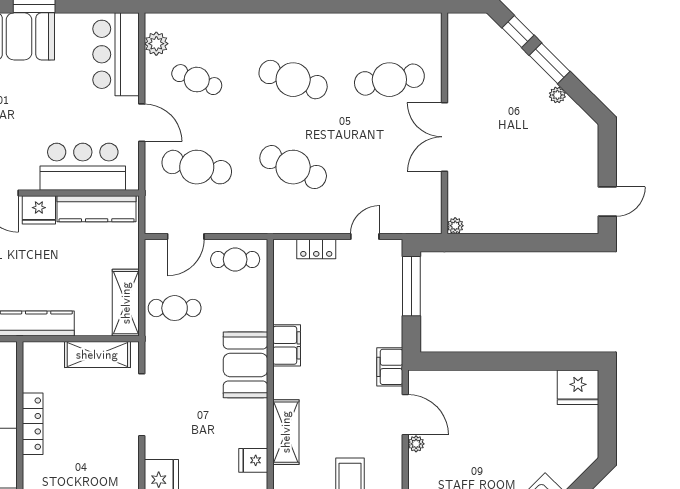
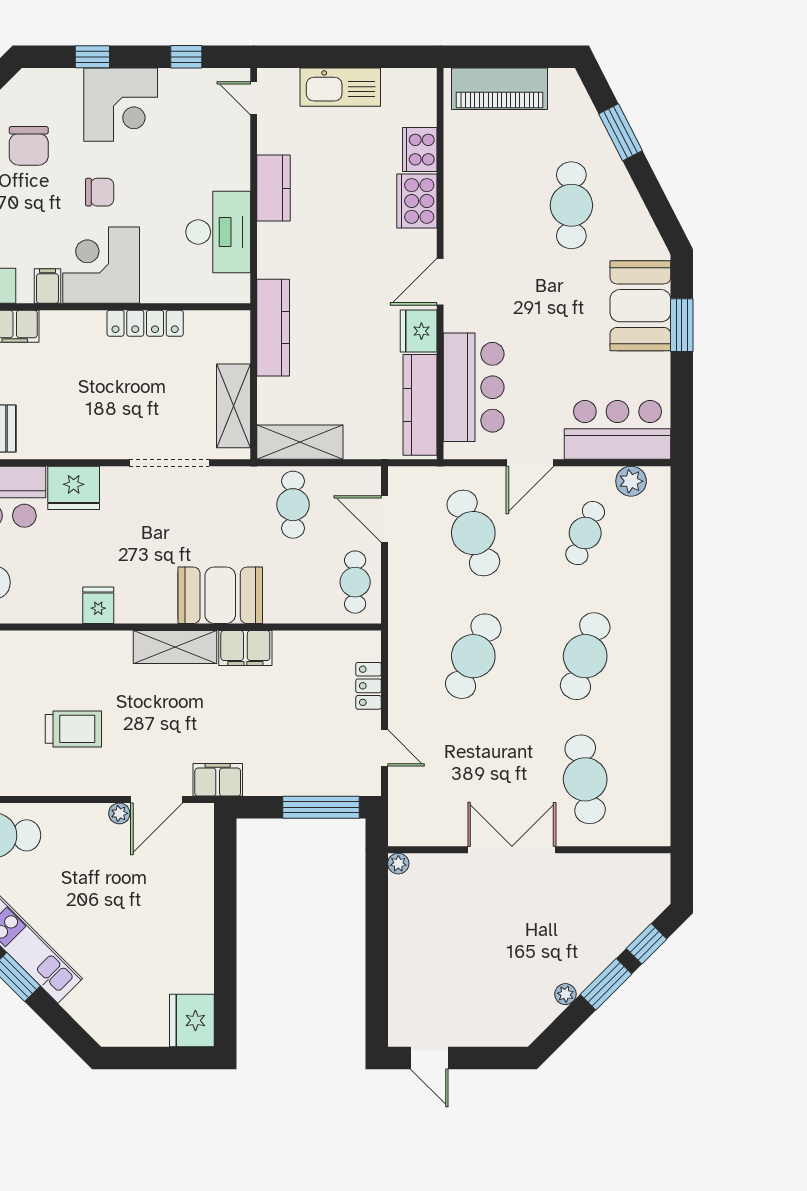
cafe table: (197, 167) -> (473, 533), turned -33
shelving: (286, 432) -> (175, 647), moved

